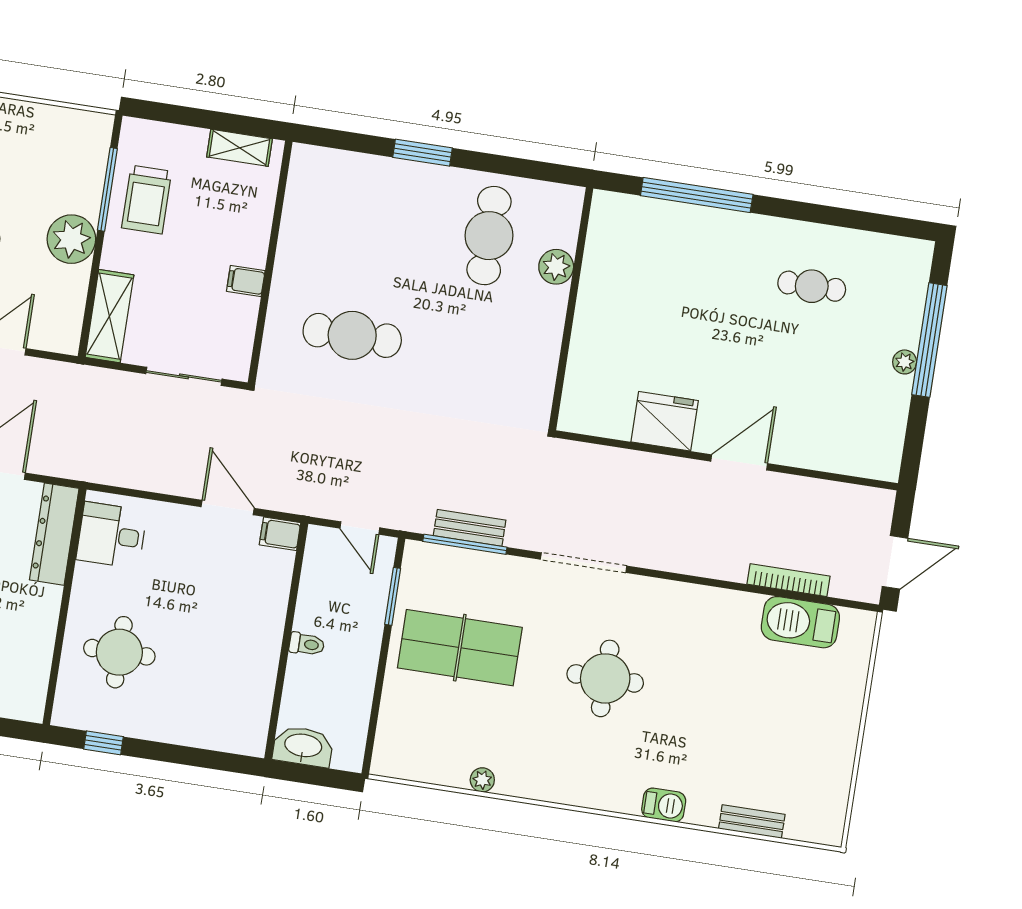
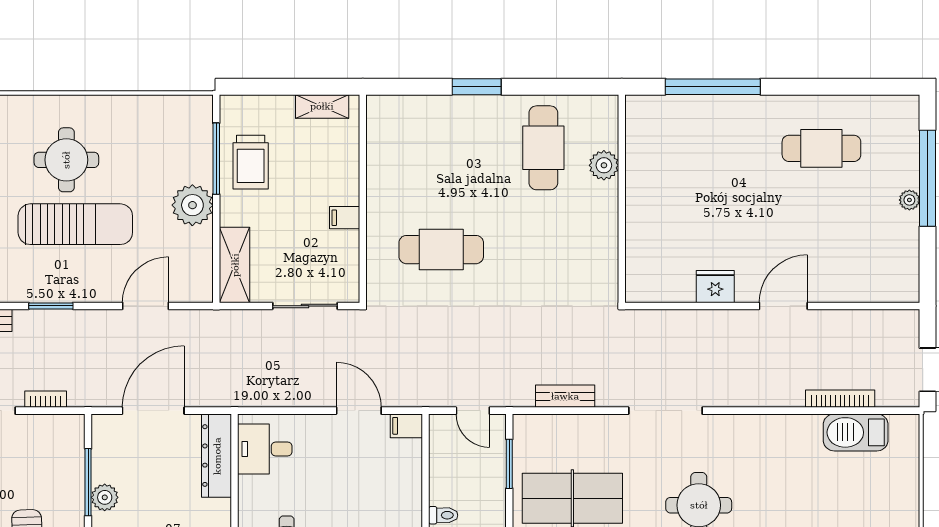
cafe table: (812, 286) -> (821, 148), width x1.37, depth x1.35
fridge: (665, 421) -> (715, 287), width x0.73, depth x0.75
window: (465, 544) -> (563, 411), removed

